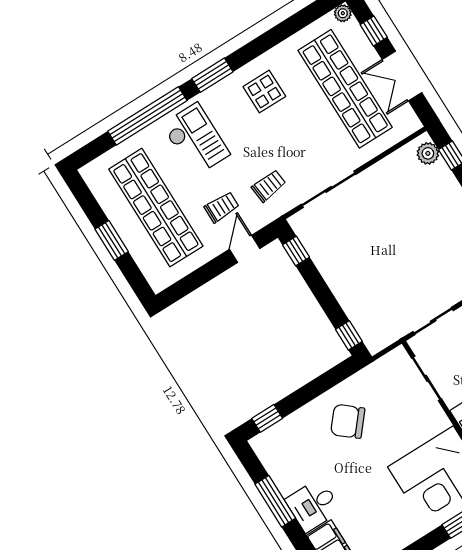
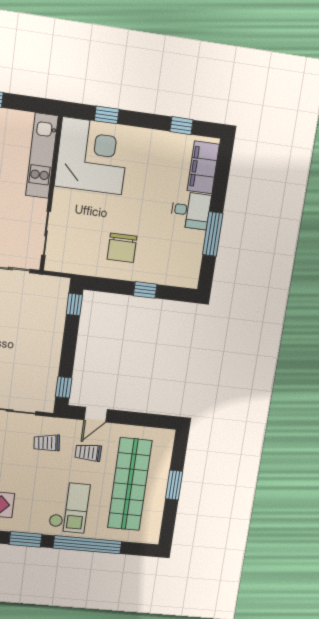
checkout: (196, 139) -> (69, 507), turned 180
window: (267, 418) -> (145, 290), moved
chair: (348, 421) -> (122, 248), turned 50

